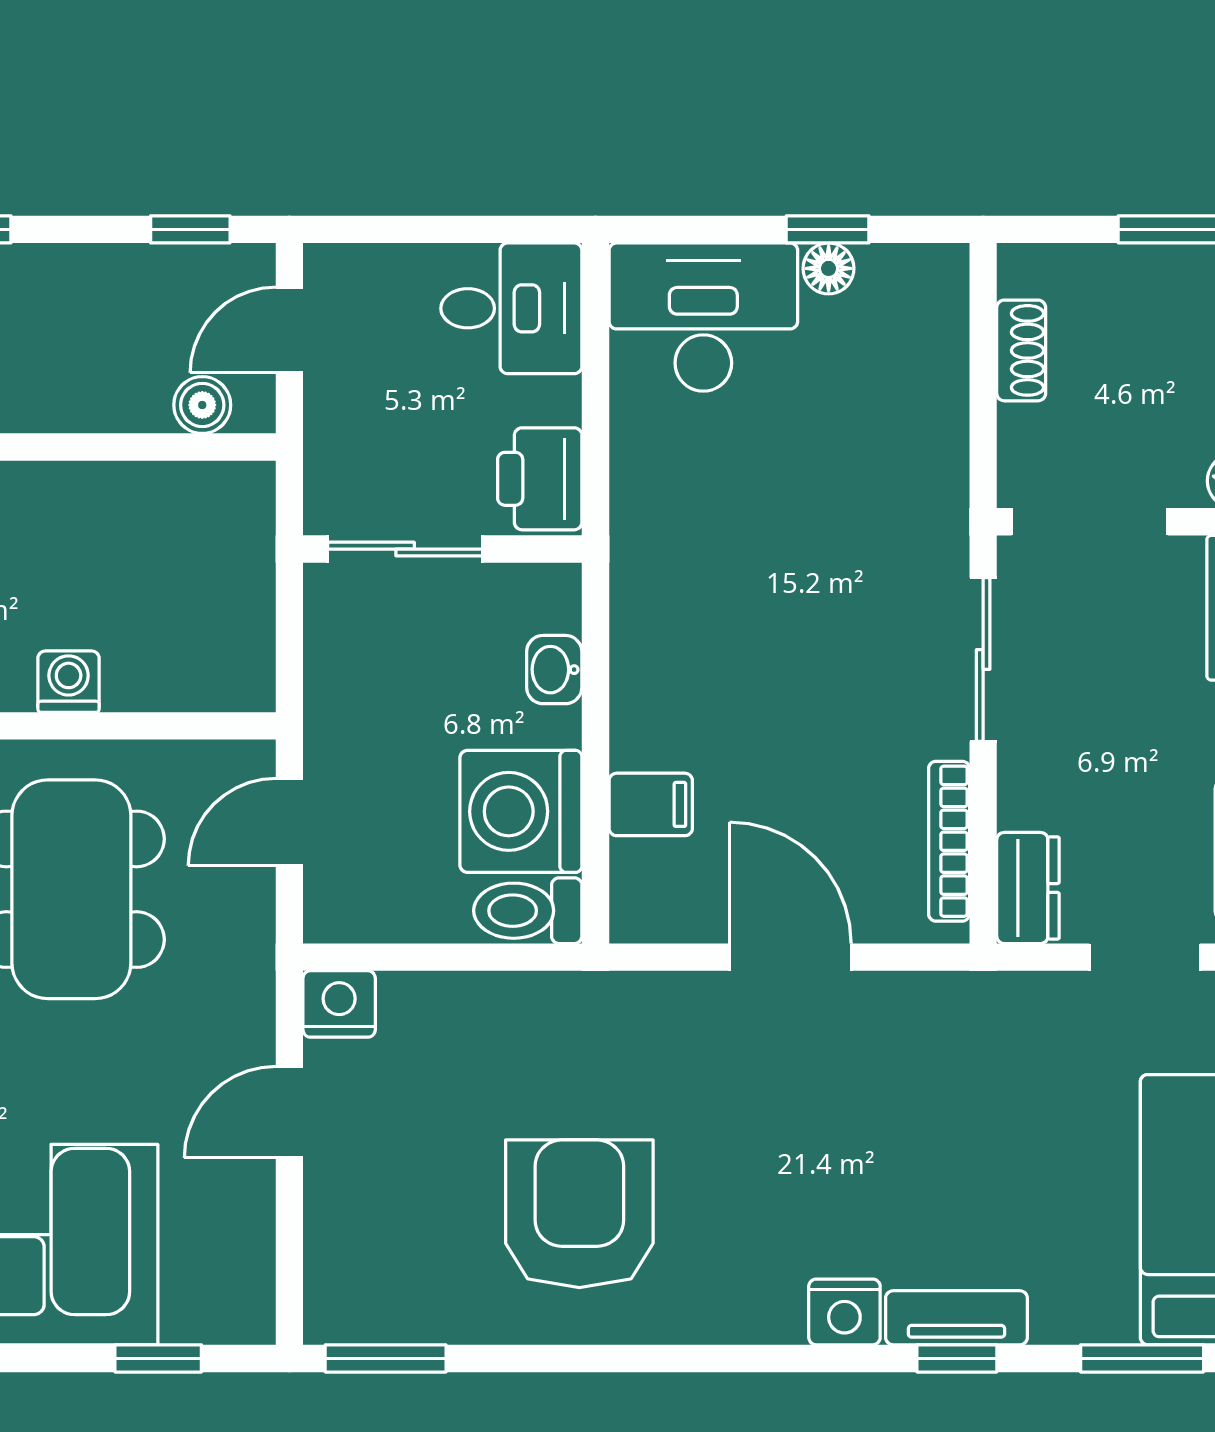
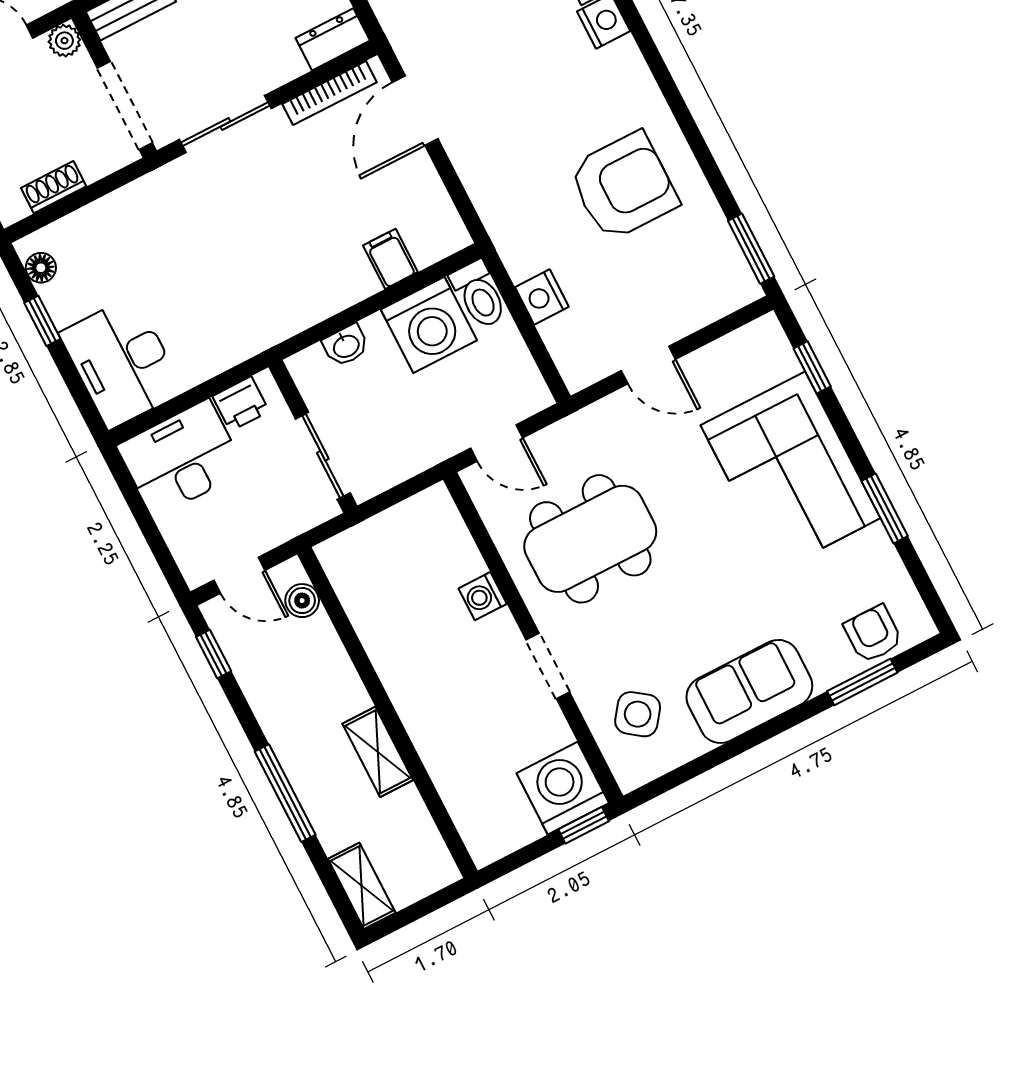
floor lamp: (829, 268) -> (41, 268), moved
desk: (511, 308) -> (181, 458), width x1.37
printer: (540, 479) -> (241, 404), width x0.73, depth x0.81
door: (790, 957) -> (415, 111), moved
nightstand: (339, 1004) -> (542, 297), moved
armchair: (579, 1214) -> (624, 186), turned 180

